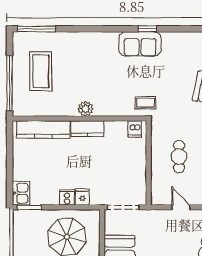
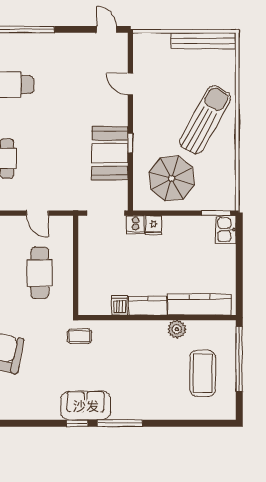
window: (36, 29) -> (120, 423), moved
plant: (85, 109) -> (177, 329), moved
dishwasher: (135, 129) -> (120, 305), moved
cafe table: (179, 157) -> (40, 273), width x1.37, depth x1.35
cooker: (67, 197) -> (136, 225), moved

